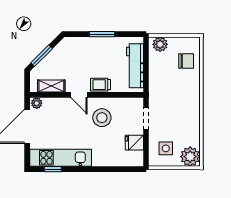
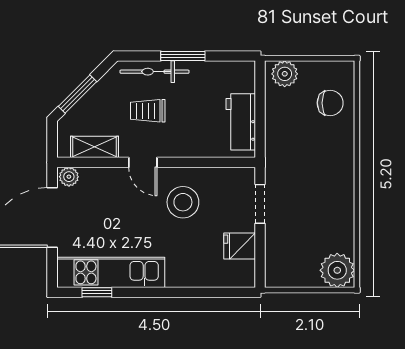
bicycle: (86, 43) -> (155, 72), added
workbench: (135, 66) -> (241, 122), width x0.73
trolley: (101, 85) -> (148, 111), moved
side table: (166, 148) -> (295, 256), removed

